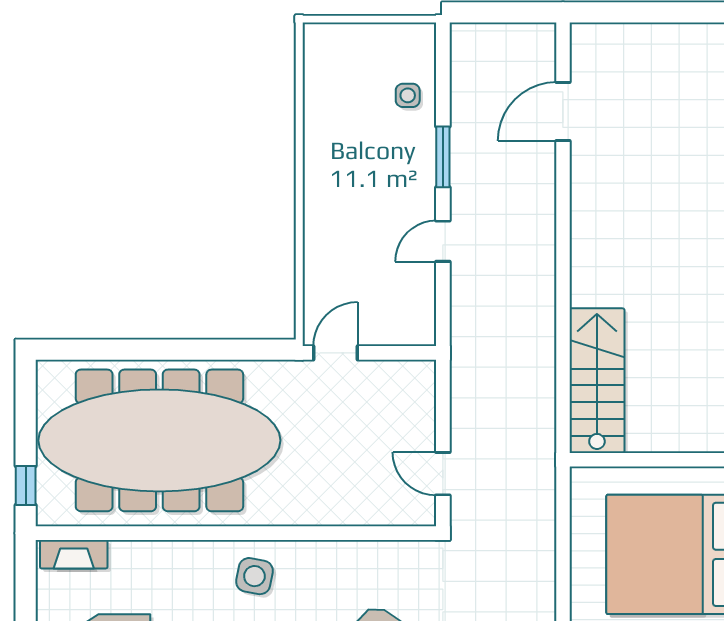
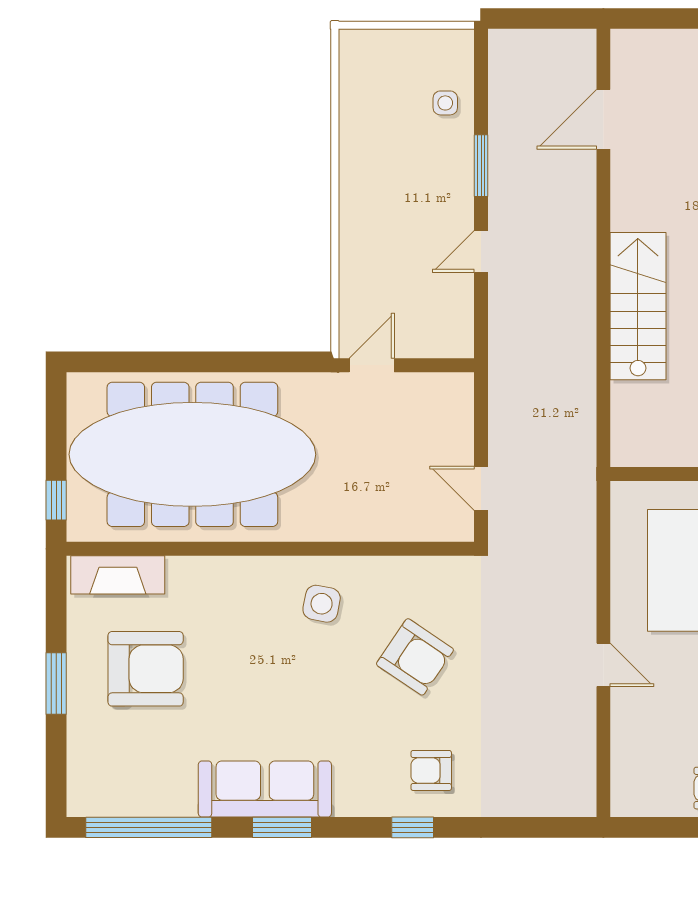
stairs: (597, 381) -> (638, 306), moved
fireplace: (74, 554) -> (118, 575), width x1.37, depth x1.32
side table: (254, 576) -> (322, 604), moved

